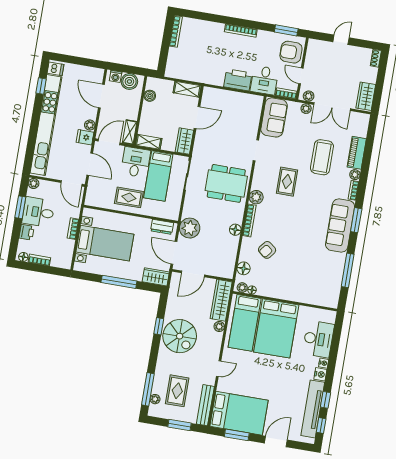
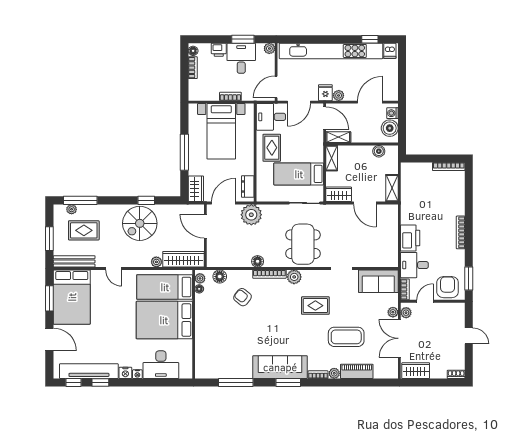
desk: (136, 162) -> (271, 117), moved, turned 180

